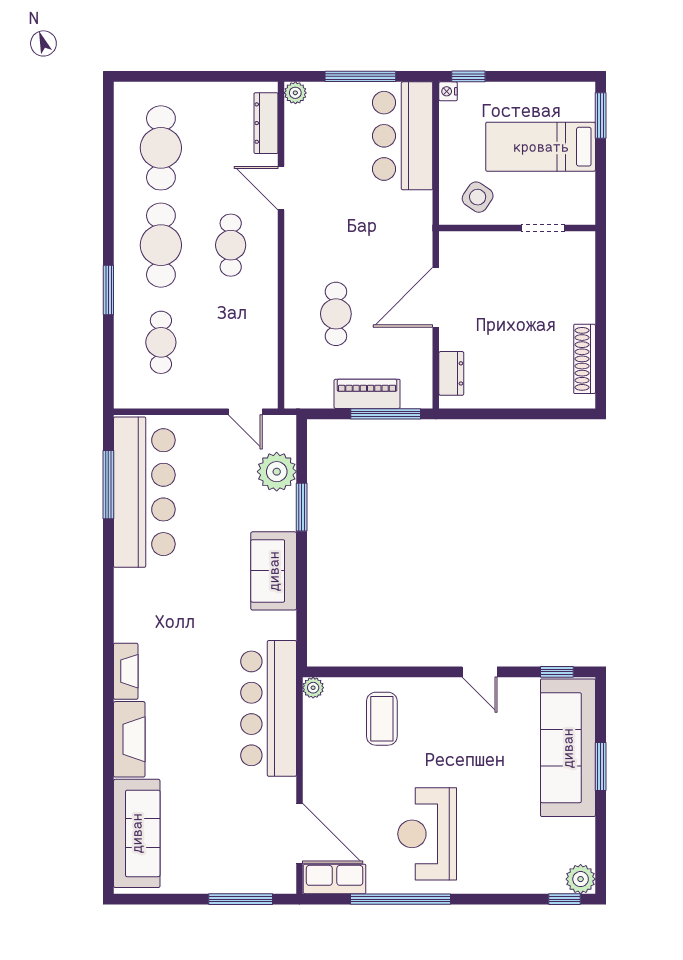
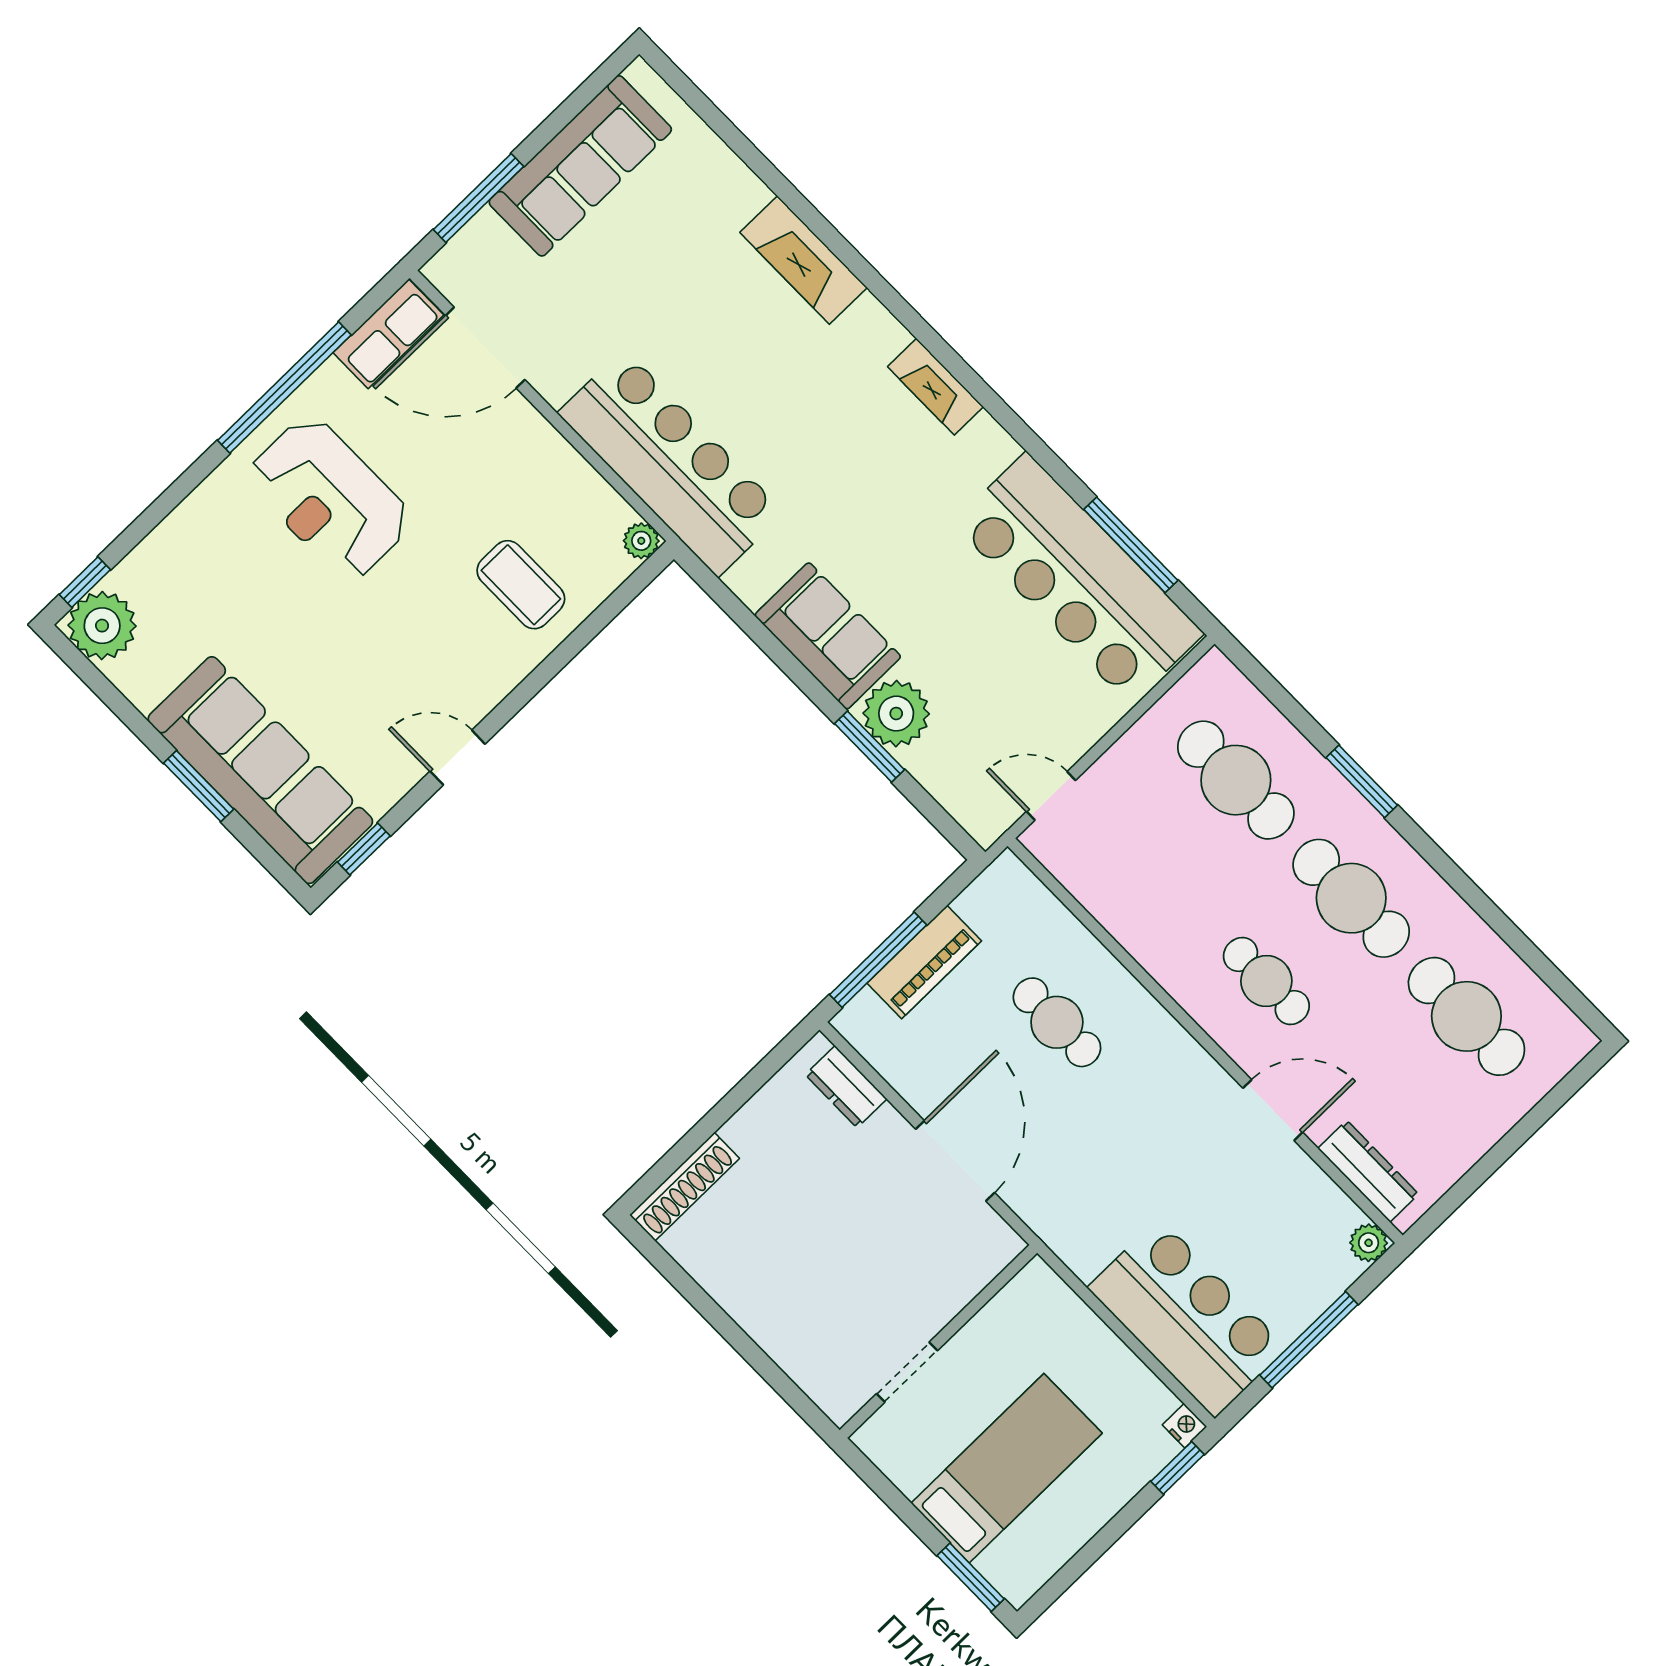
side table: (478, 197) -> (1023, 1332), removed
cafe table: (161, 342) -> (1236, 780), width x1.37, depth x1.35
shoe rack: (585, 359) -> (684, 1187), moved, turned 90
plant: (277, 472) -> (896, 714), moved
fireplace: (126, 671) -> (935, 387), moved
sofa: (137, 833) -> (580, 166), moved, turned -90
reception desk: (427, 834) -> (329, 498), turned 180
plant: (581, 879) -> (102, 626), width x1.36, depth x1.36

